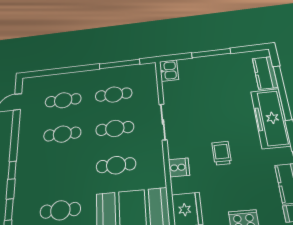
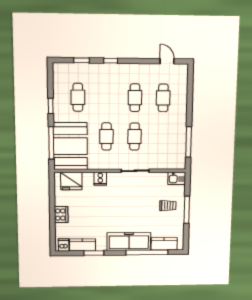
cafe table: (114, 95) -> (162, 137), removed
trolley: (222, 153) -> (168, 206), moved

